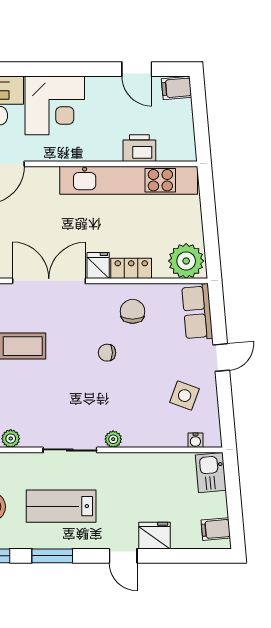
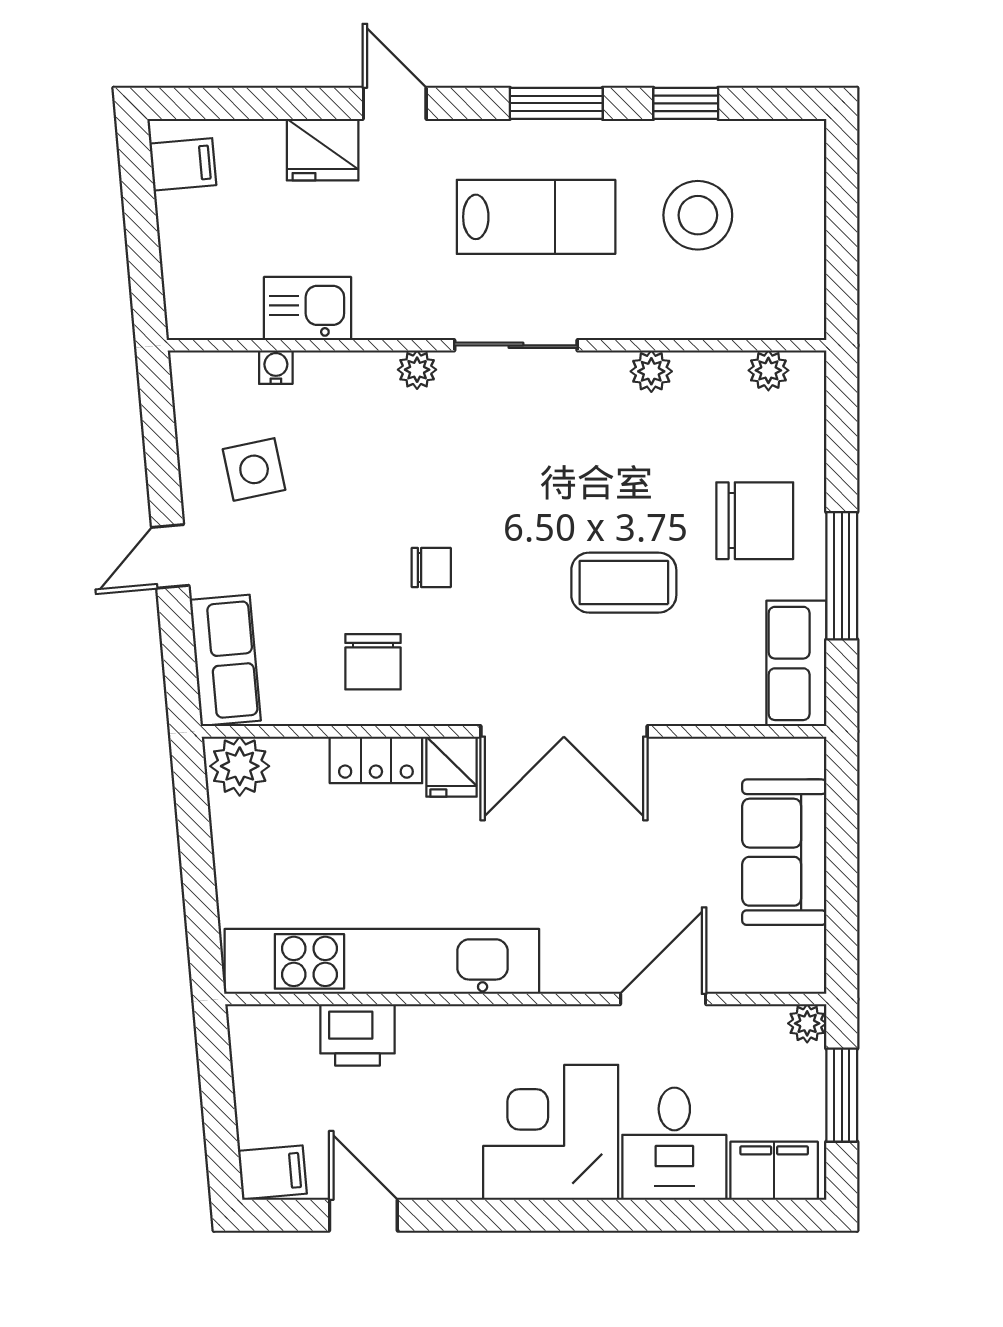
plant: (186, 261) -> (240, 766), width x0.73, depth x0.73
side table: (185, 396) -> (254, 469), turned -32
water cooler: (195, 440) -> (276, 367), moved
kitchen sink: (211, 473) -> (307, 309), moved, turned -85

